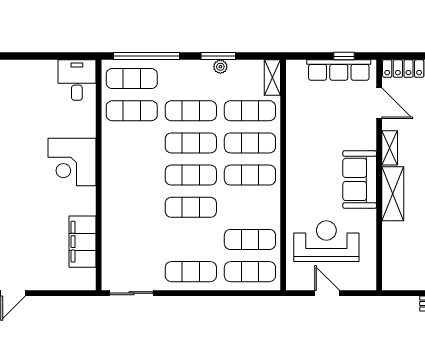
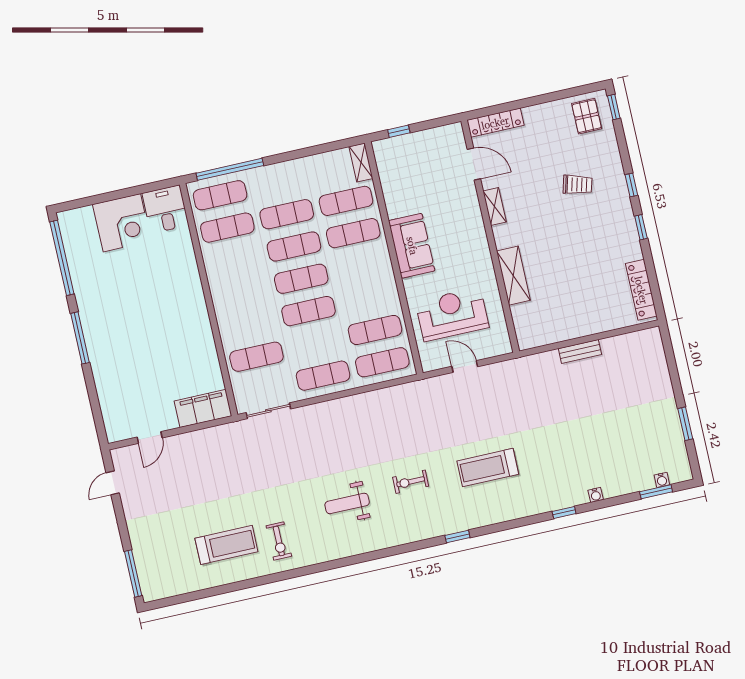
window: (218, 56) -> (302, 153), removed
window: (344, 56) -> (399, 131), moved
plant: (220, 67) -> (306, 163), removed
row of seats: (339, 70) -> (426, 140), removed
corner desk: (72, 162) -> (122, 223), moved, turned -90
exercise mat: (250, 175) -> (256, 357), moved
sofa: (360, 179) -> (412, 246), moved, turned 180
shelving: (393, 194) -> (513, 276), moved
filing cabinet: (82, 242) -> (203, 408), moved, turned 90

